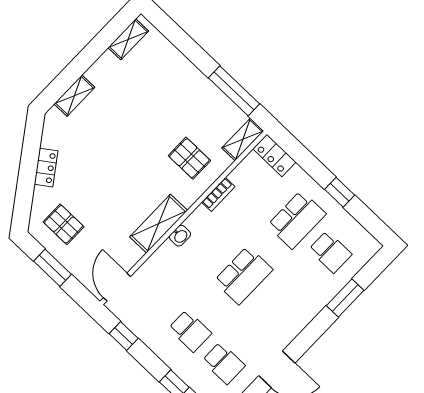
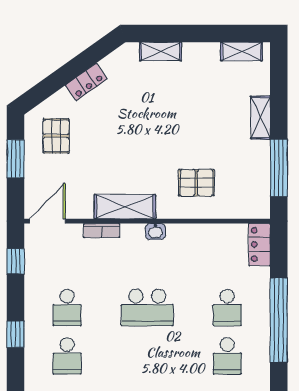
shelving: (243, 139) -> (261, 118), moved, turned 90
pallet: (189, 158) -> (196, 183), turned 90
window: (340, 192) -> (279, 320), width x3.17
bookcase: (218, 194) -> (102, 230), moved
school desk: (297, 220) -> (227, 307), width x0.54
washbasin: (180, 236) -> (155, 231), moved

